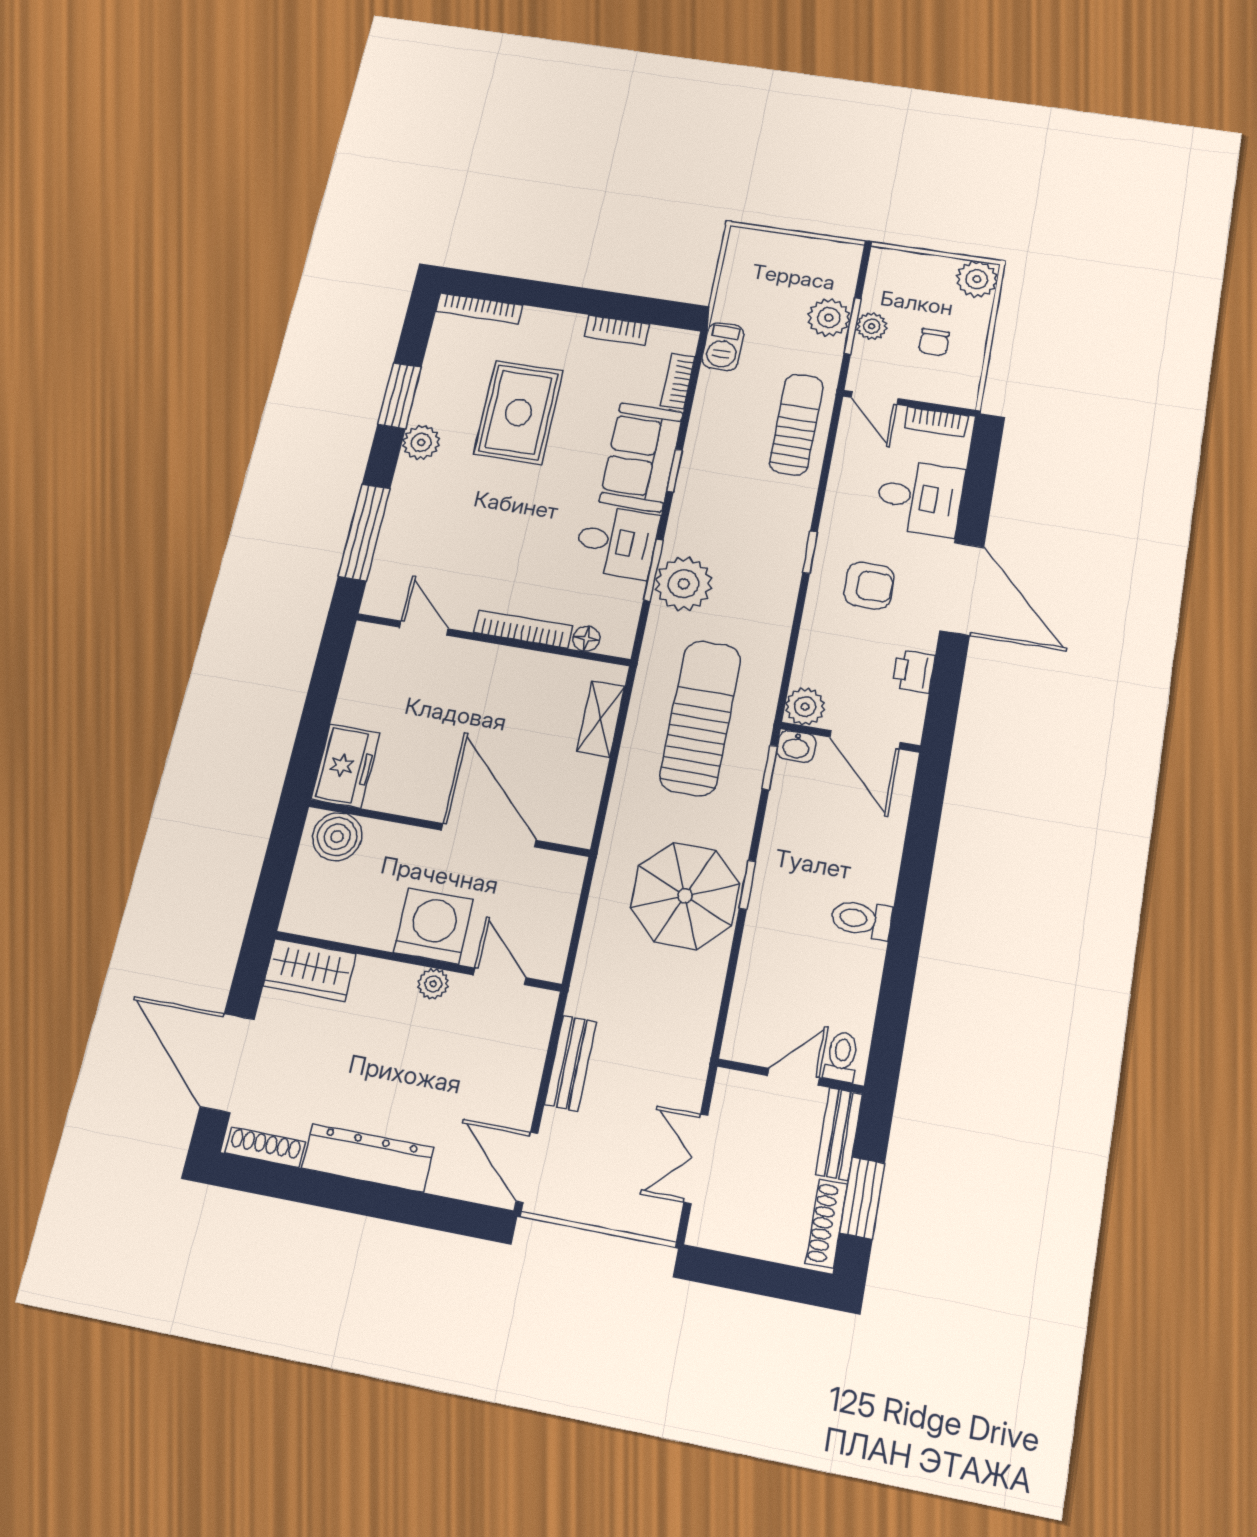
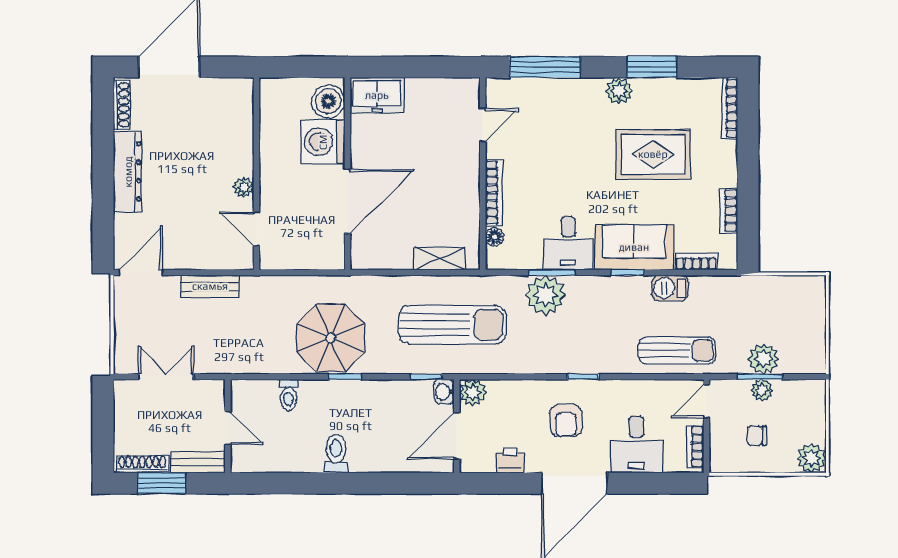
barbecue: (723, 347) -> (670, 288), moved
washing machine: (433, 926) -> (323, 142), moved, turned 180
wardrobe: (310, 970) -> (238, 105), removed
door: (500, 976) -> (256, 229), swing flipped
toilet: (842, 1057) -> (289, 395), moved, turned 90

